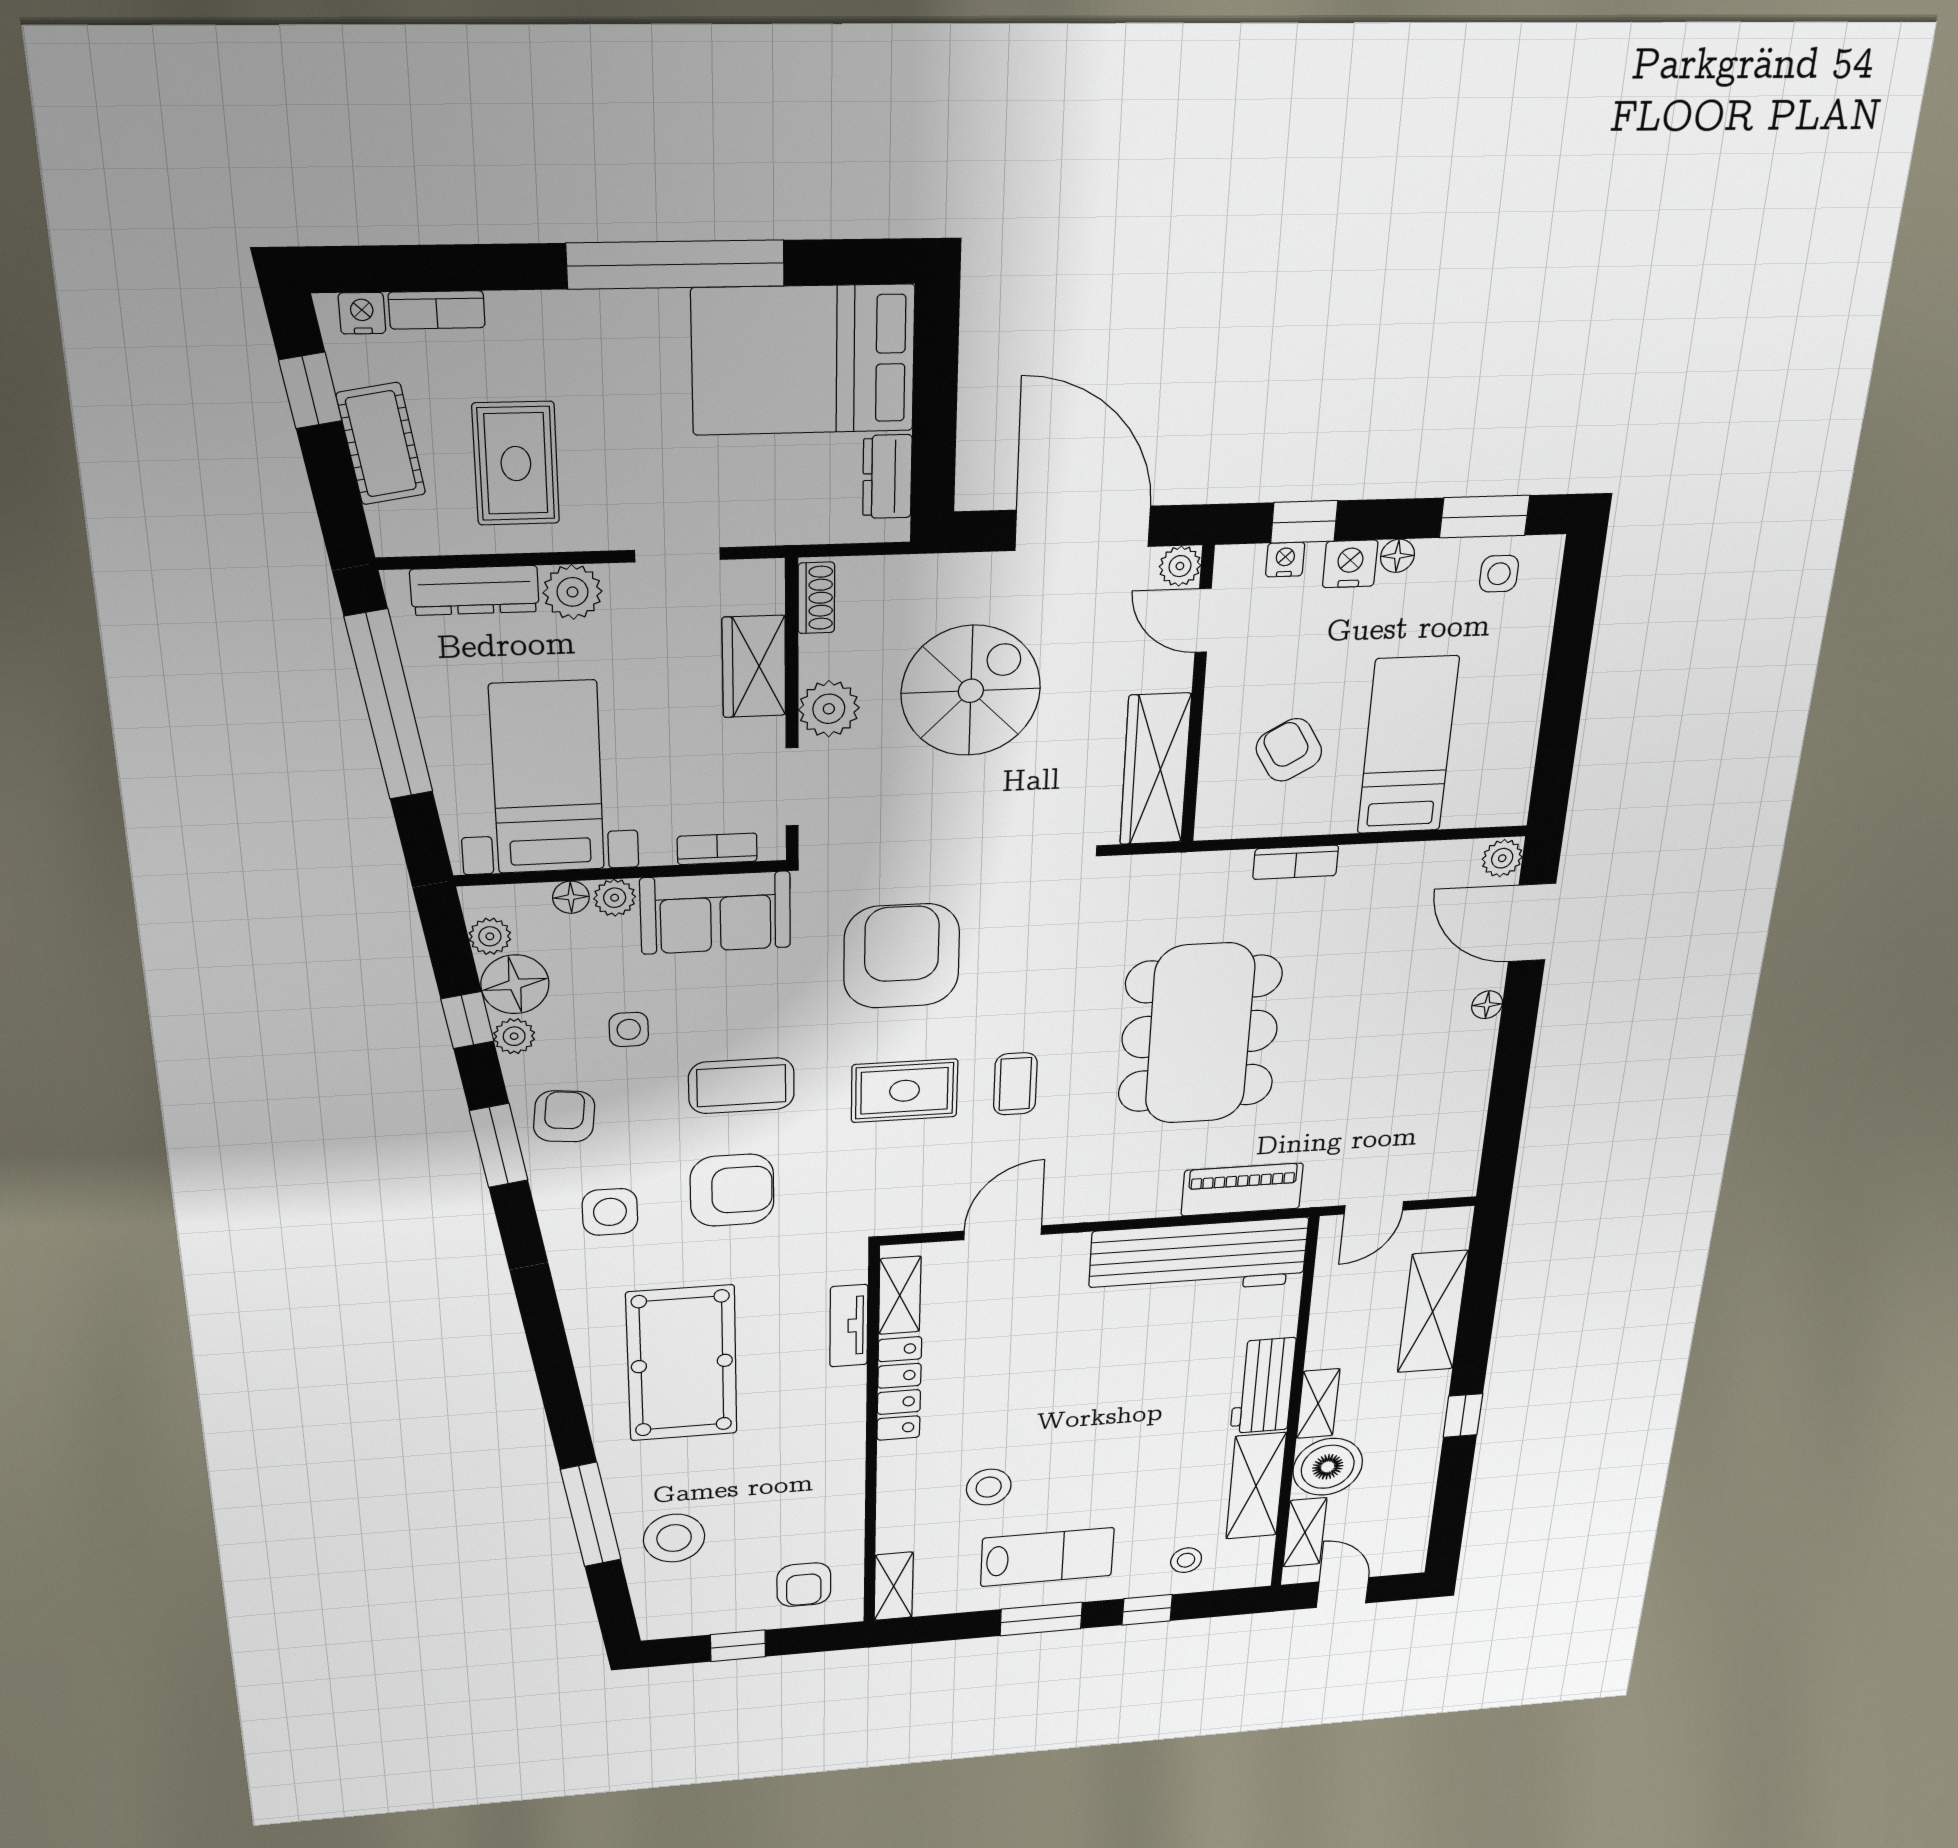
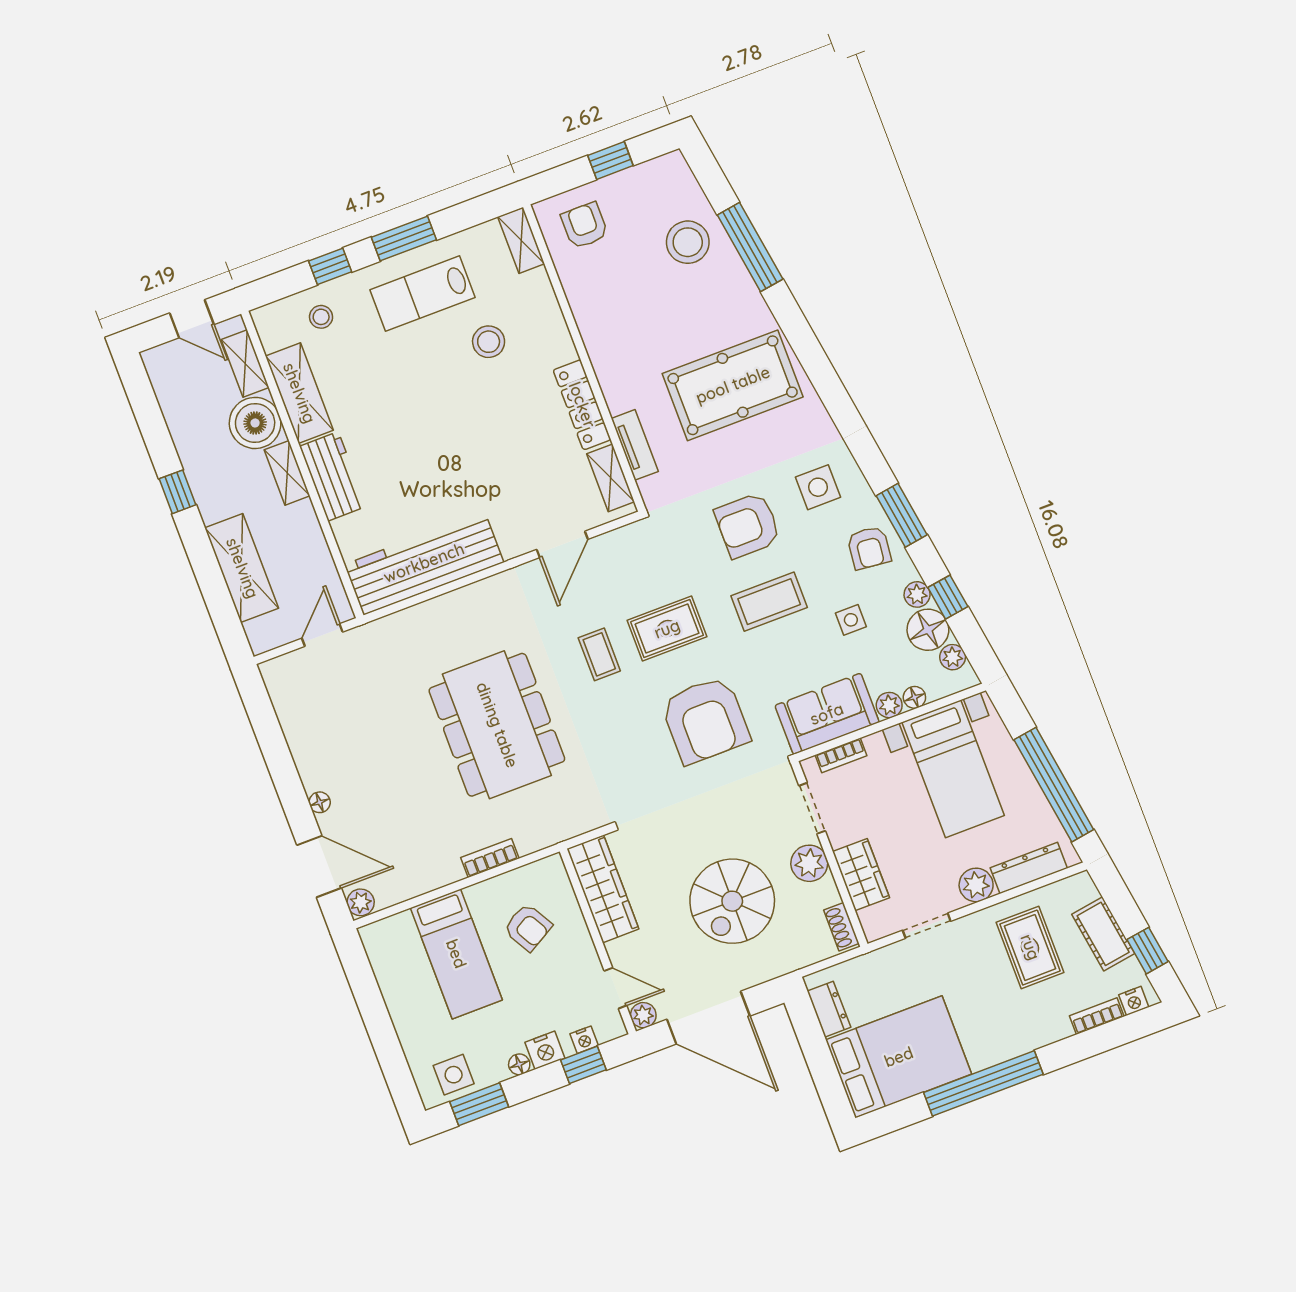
side table: (1499, 574) -> (454, 1075), width x1.37, depth x1.37
piano: (1242, 1190) -> (418, 623), removed
pool table: (682, 1363) -> (733, 385), turned 90

